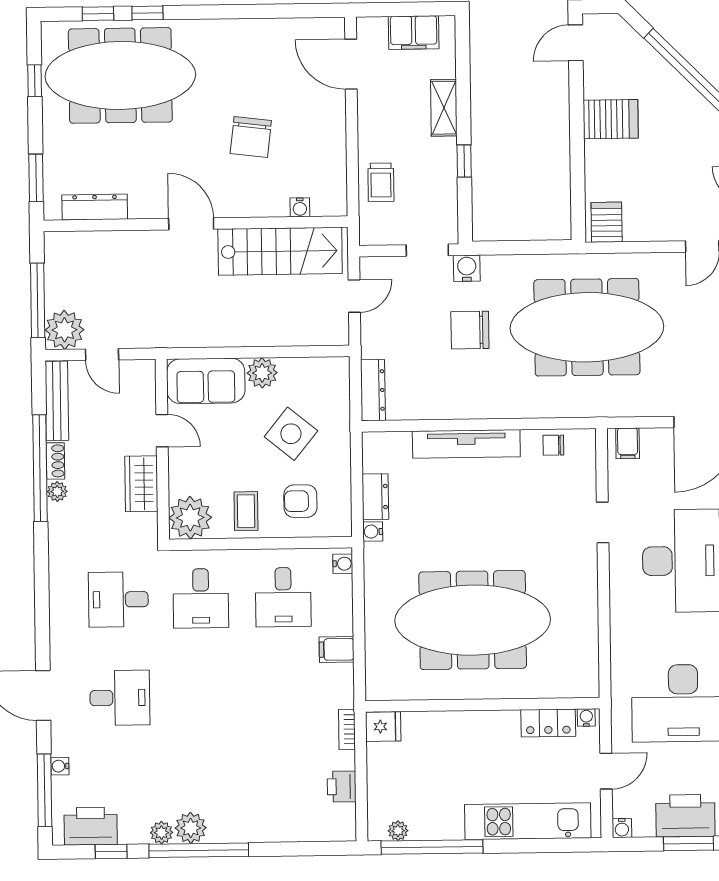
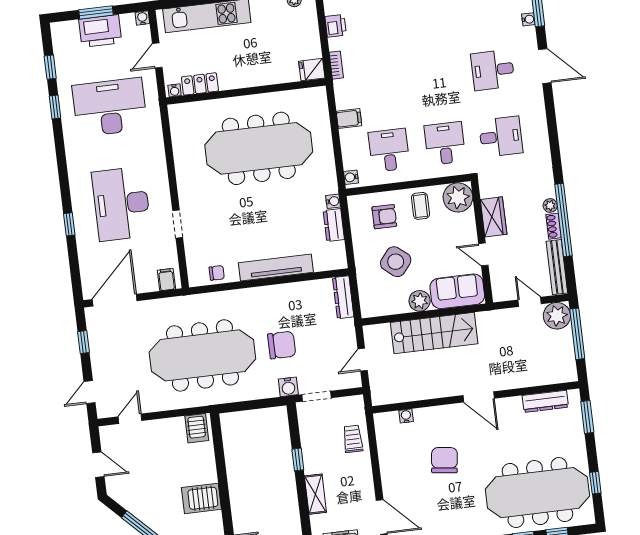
stairs: (280, 251) -> (434, 333), moved, turned 180

